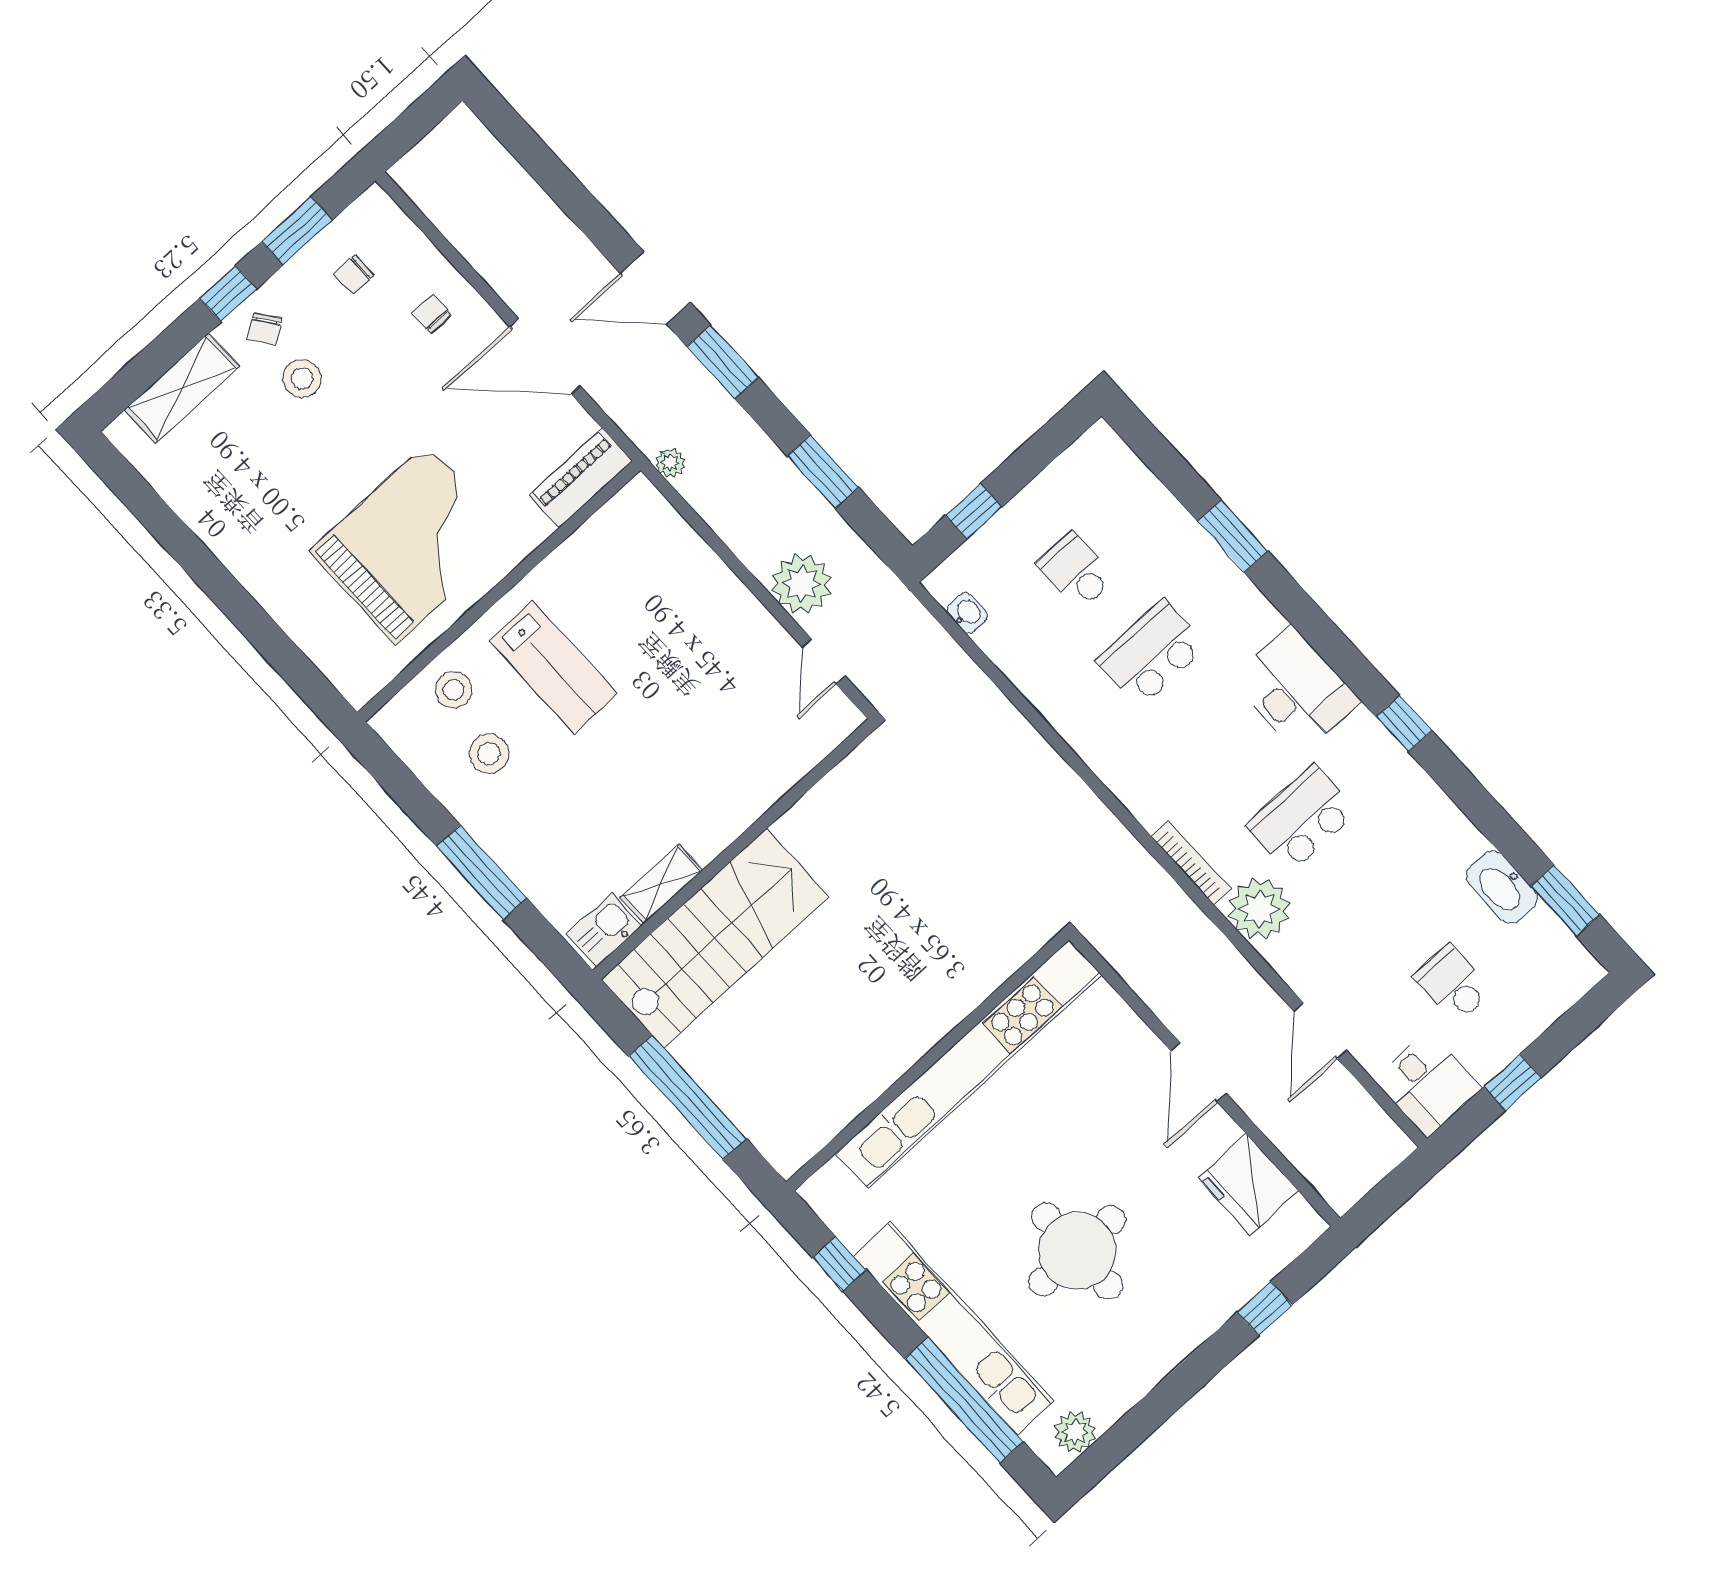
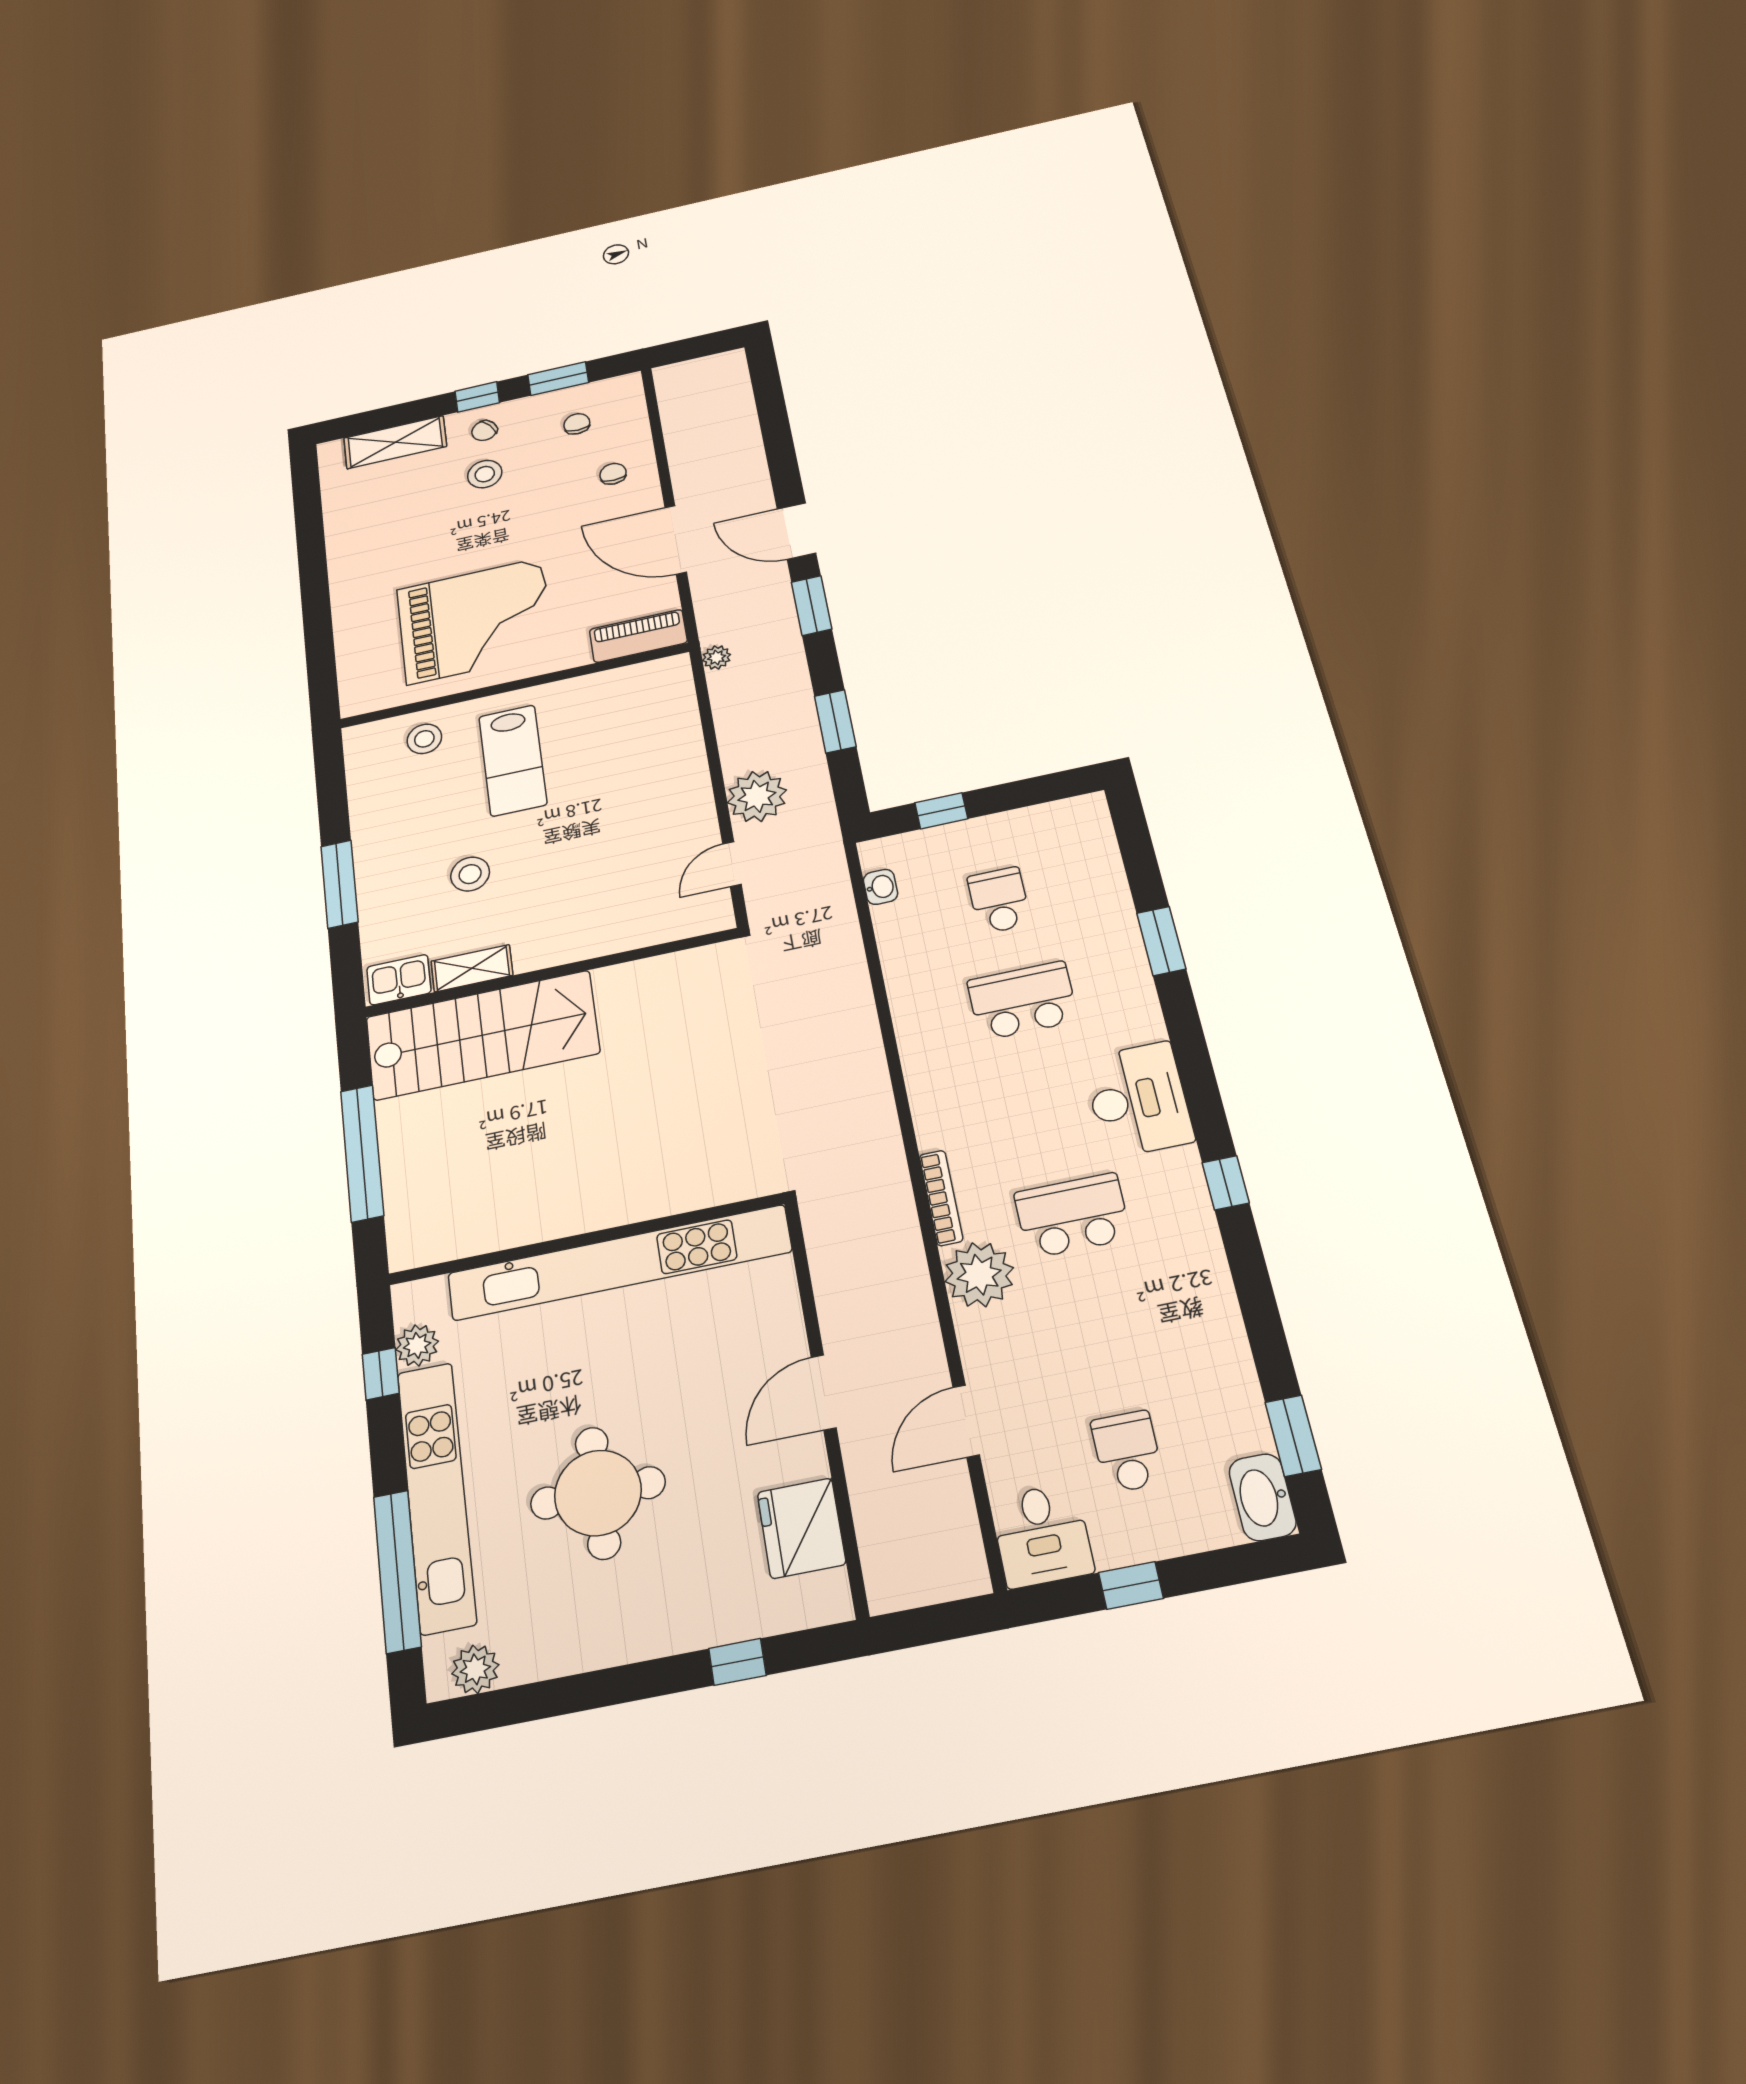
chair: (354, 274) -> (577, 424), turned 90
stool: (489, 754) -> (470, 874), moved
washbasin: (1502, 887) -> (1263, 1497), moved
plant: (852, 1225) -> (417, 1345), added

